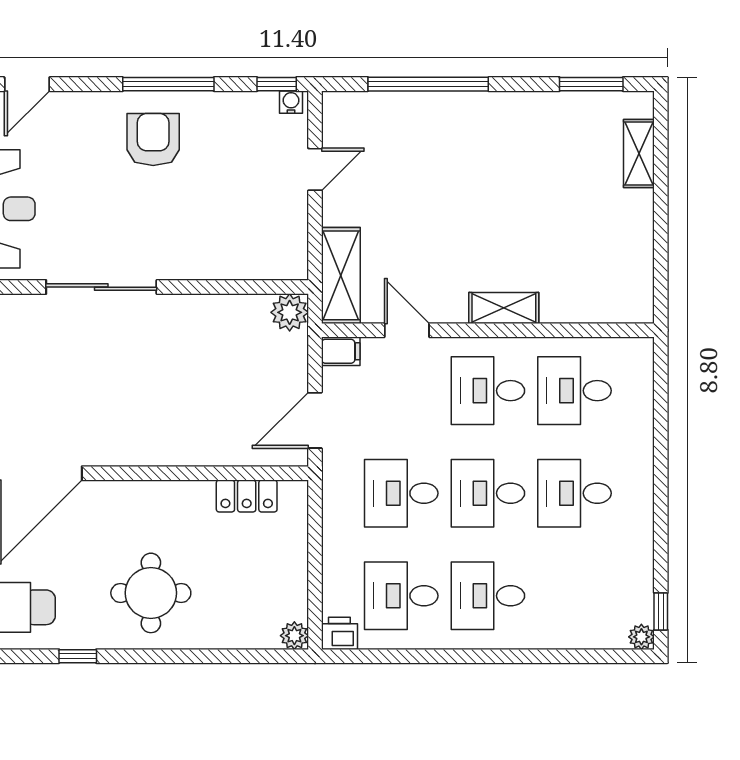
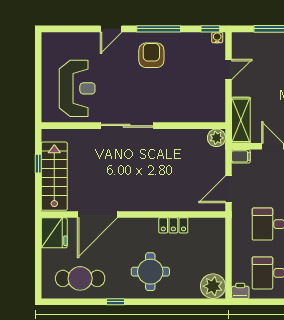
door: (27, 84) -> (111, 29), moved
locker: (247, 496) -> (173, 225), moved
plant: (294, 636) -> (213, 286), width x1.88, depth x1.88

